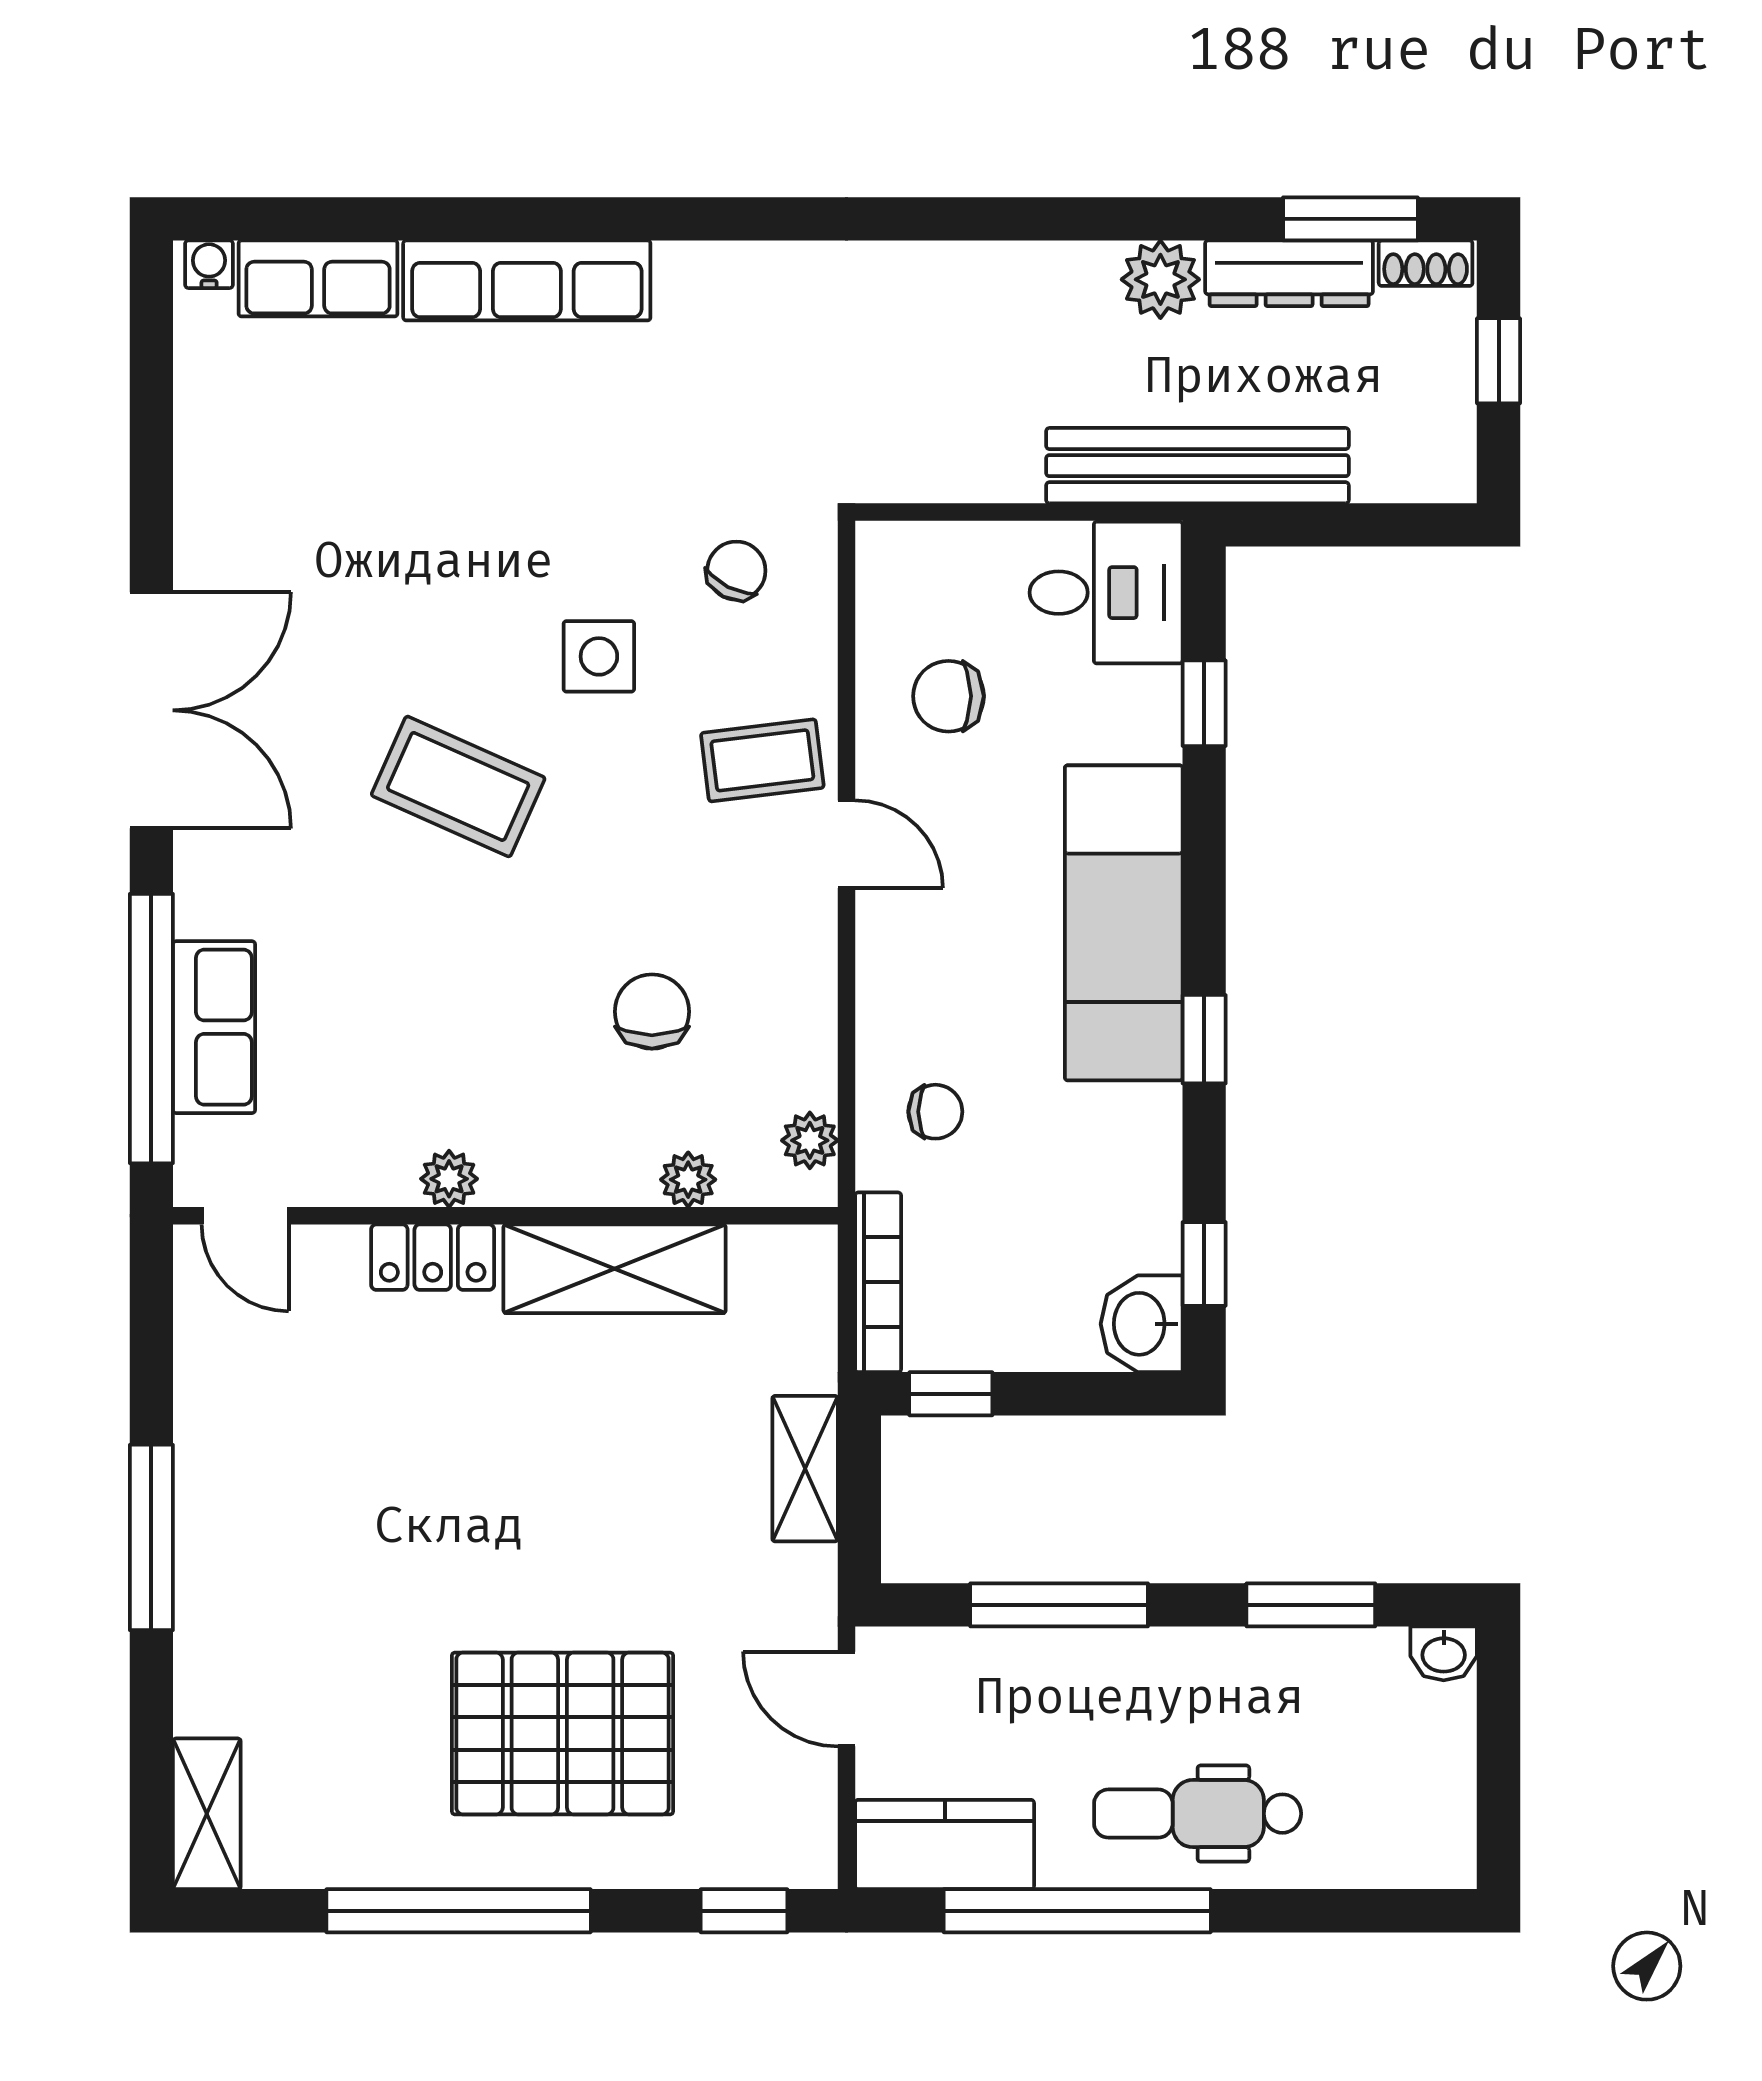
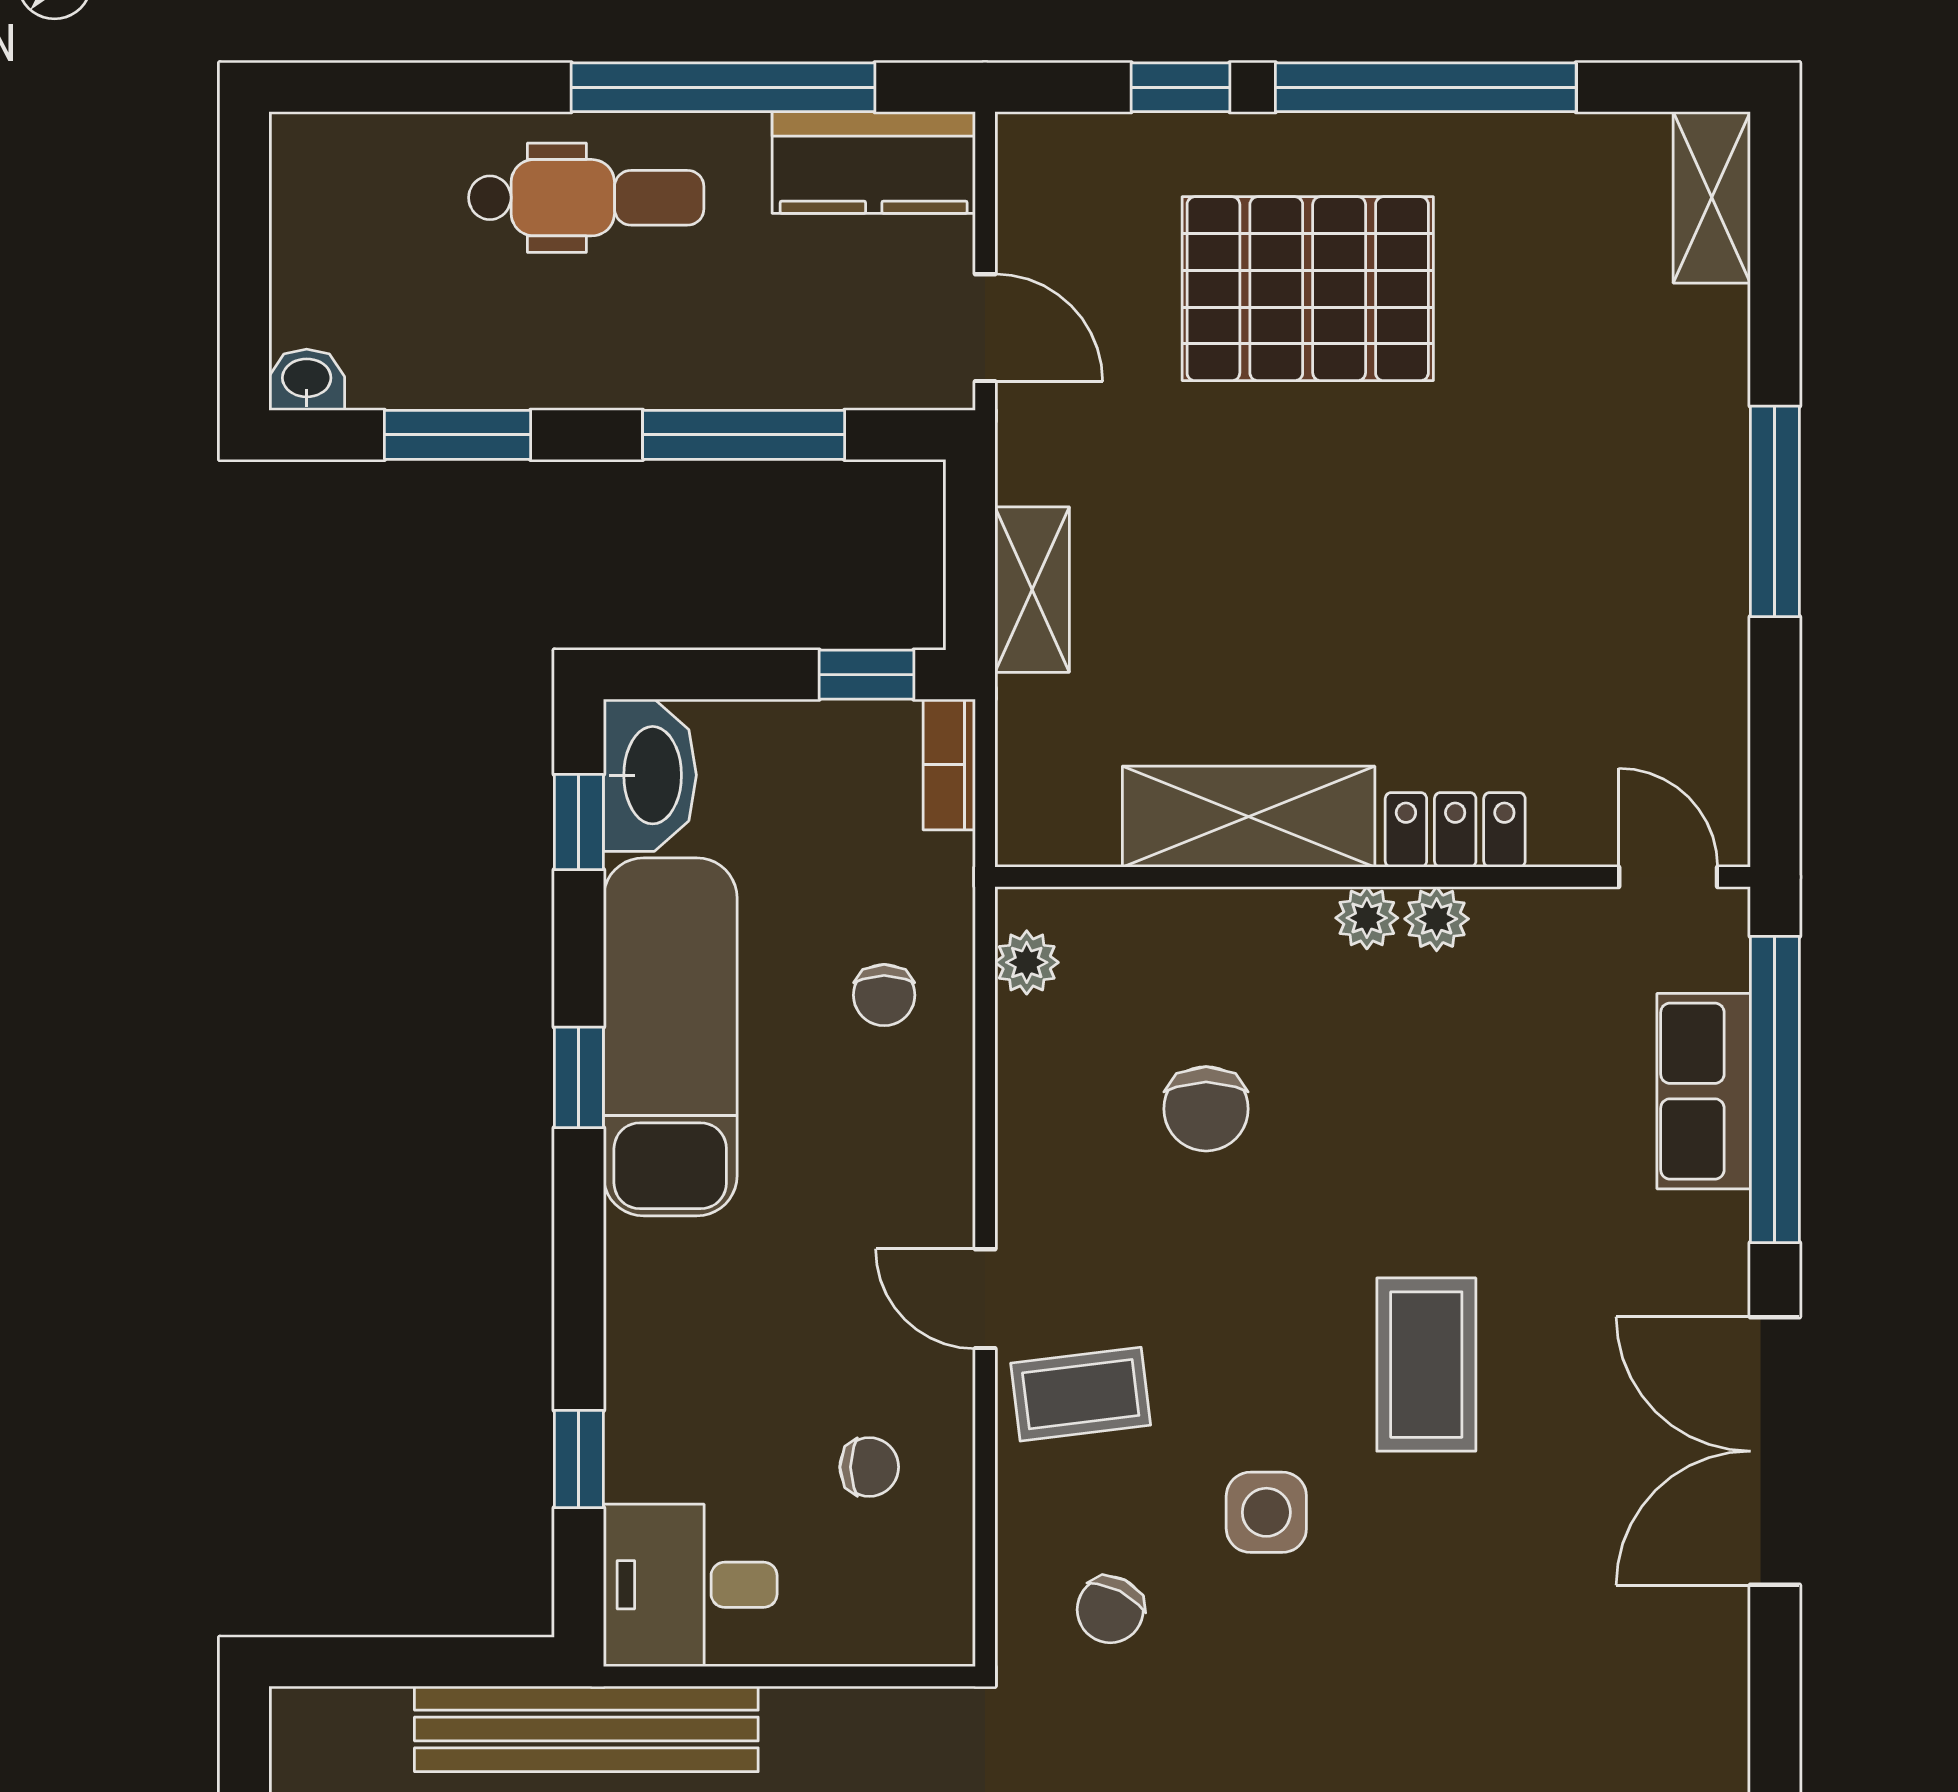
chair: (948, 696) -> (869, 1467), width x0.73, depth x0.73
coffee table: (458, 786) -> (1426, 1365), turned 66
exam couch: (1124, 923) -> (670, 1037), moved
chair: (935, 1112) -> (884, 995), turned -90
plant: (688, 1180) -> (1367, 918), moved
bookcase: (878, 1282) -> (949, 764), width x0.64
washbasin: (1142, 1324) -> (650, 775), width x1.38
window: (744, 1911) -> (1181, 87), moved

